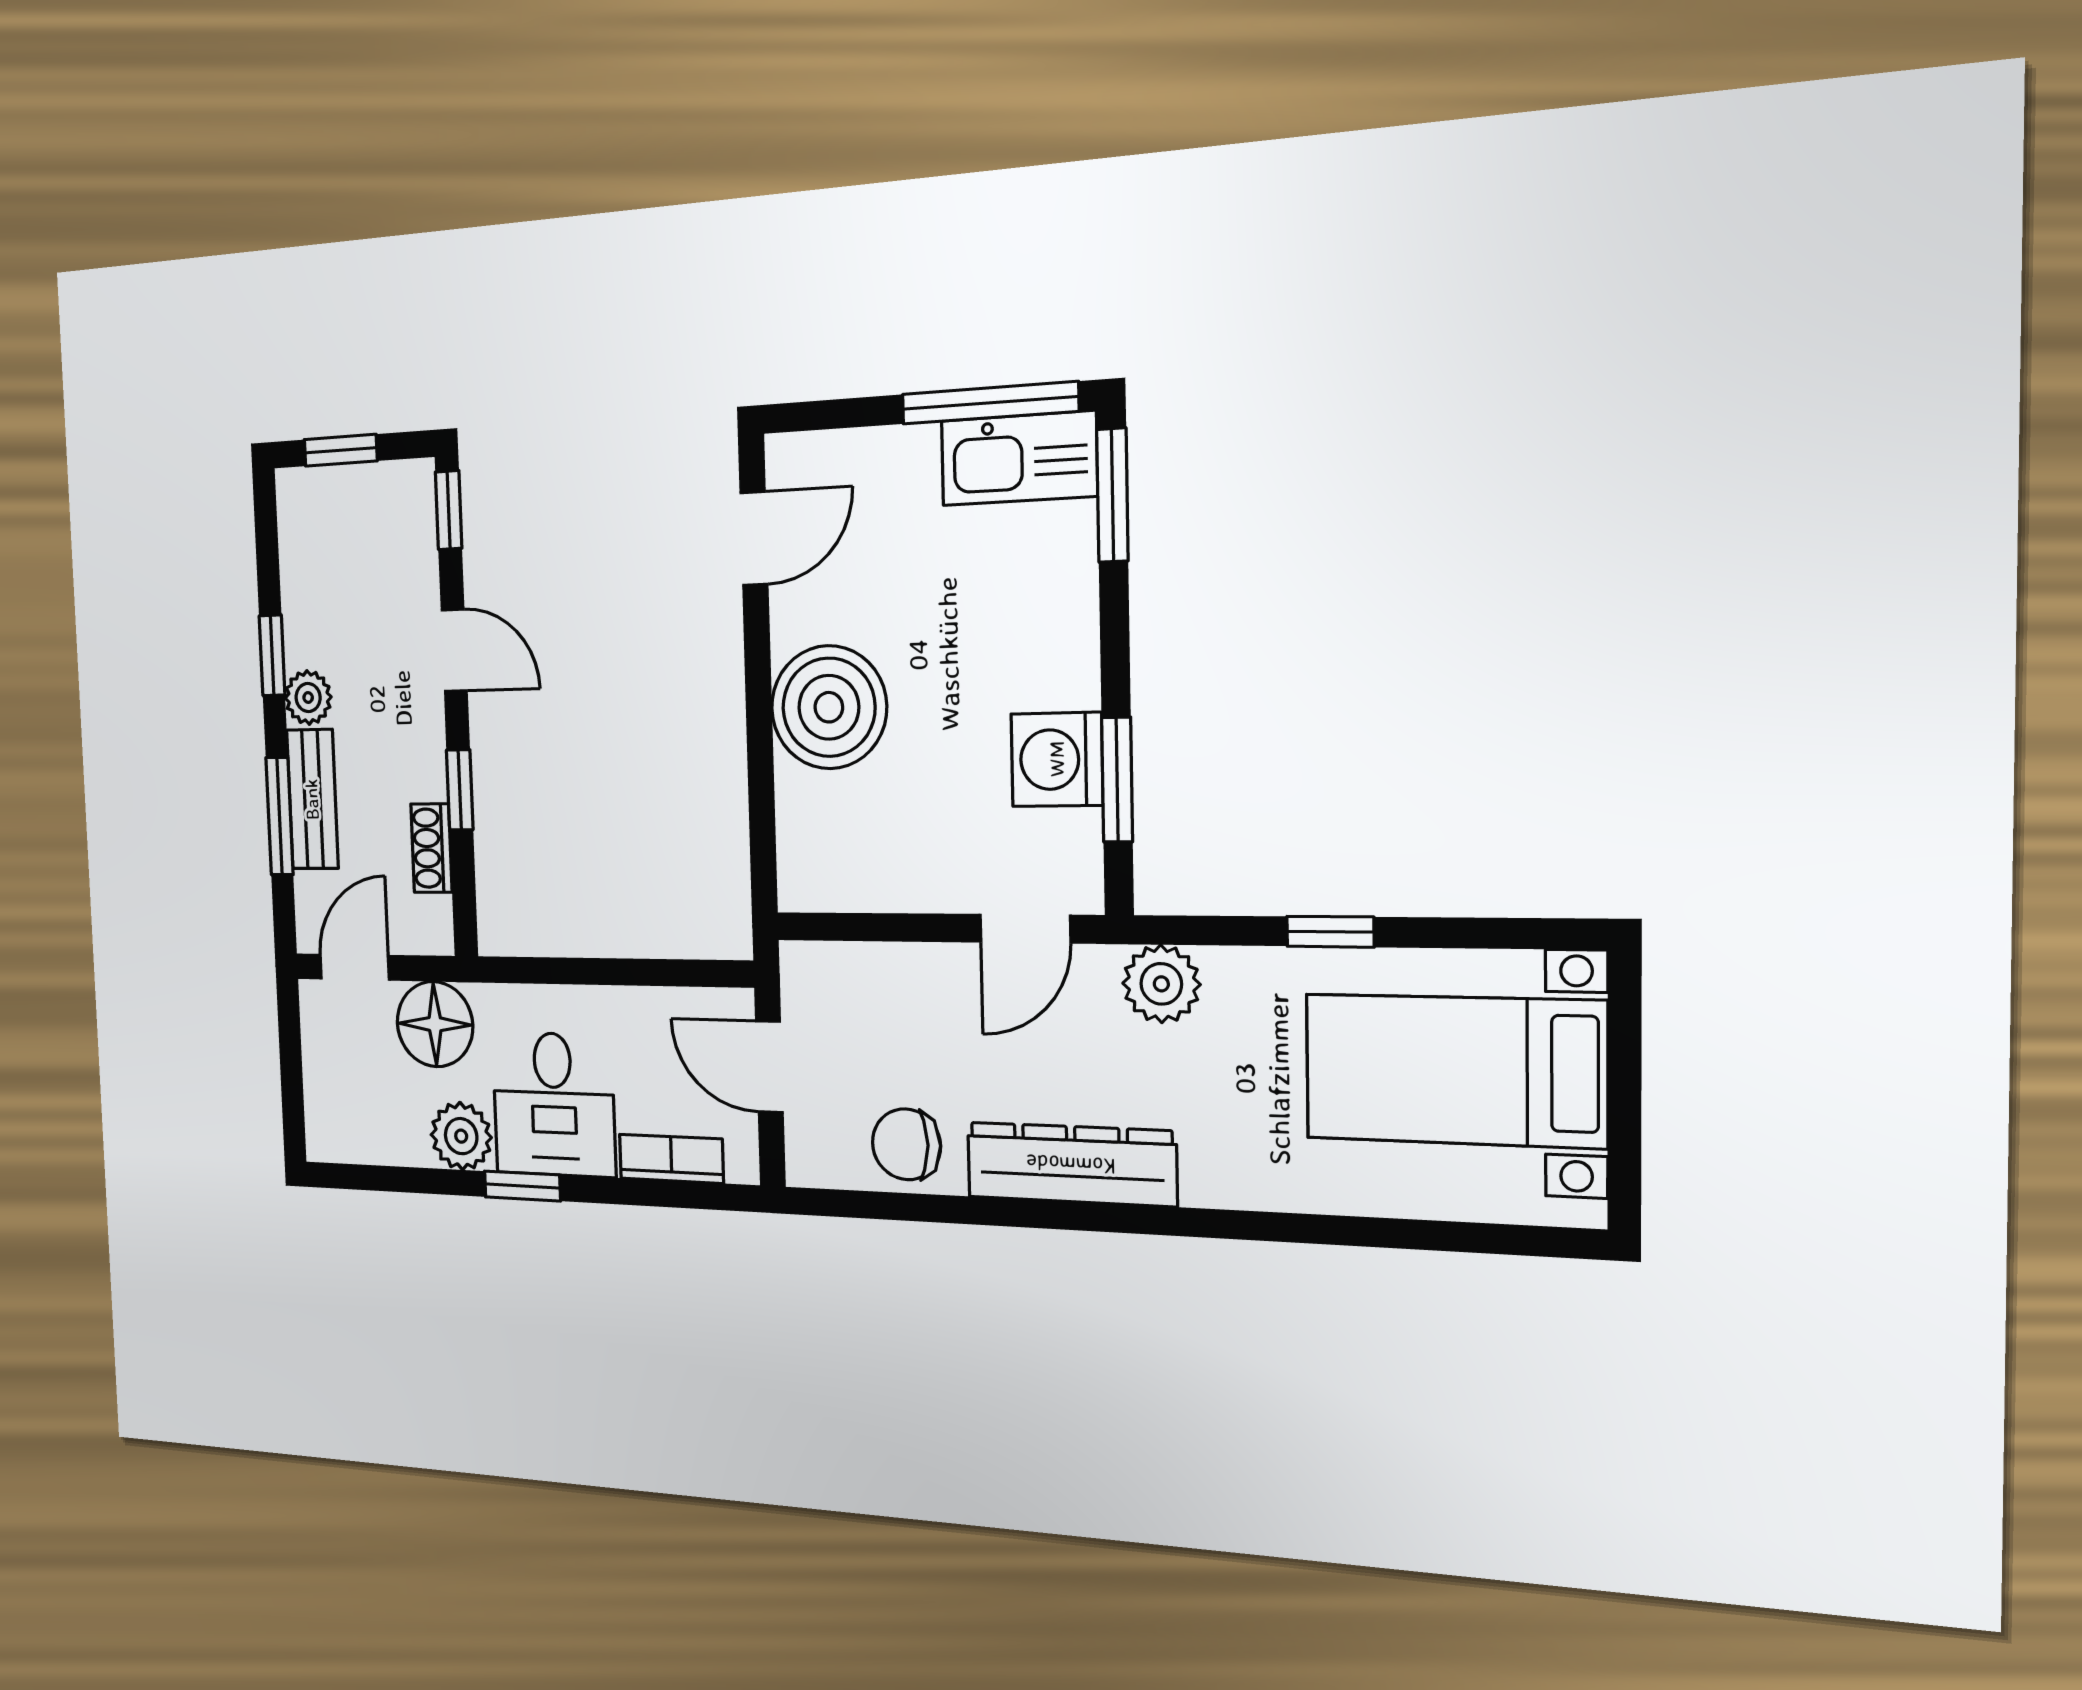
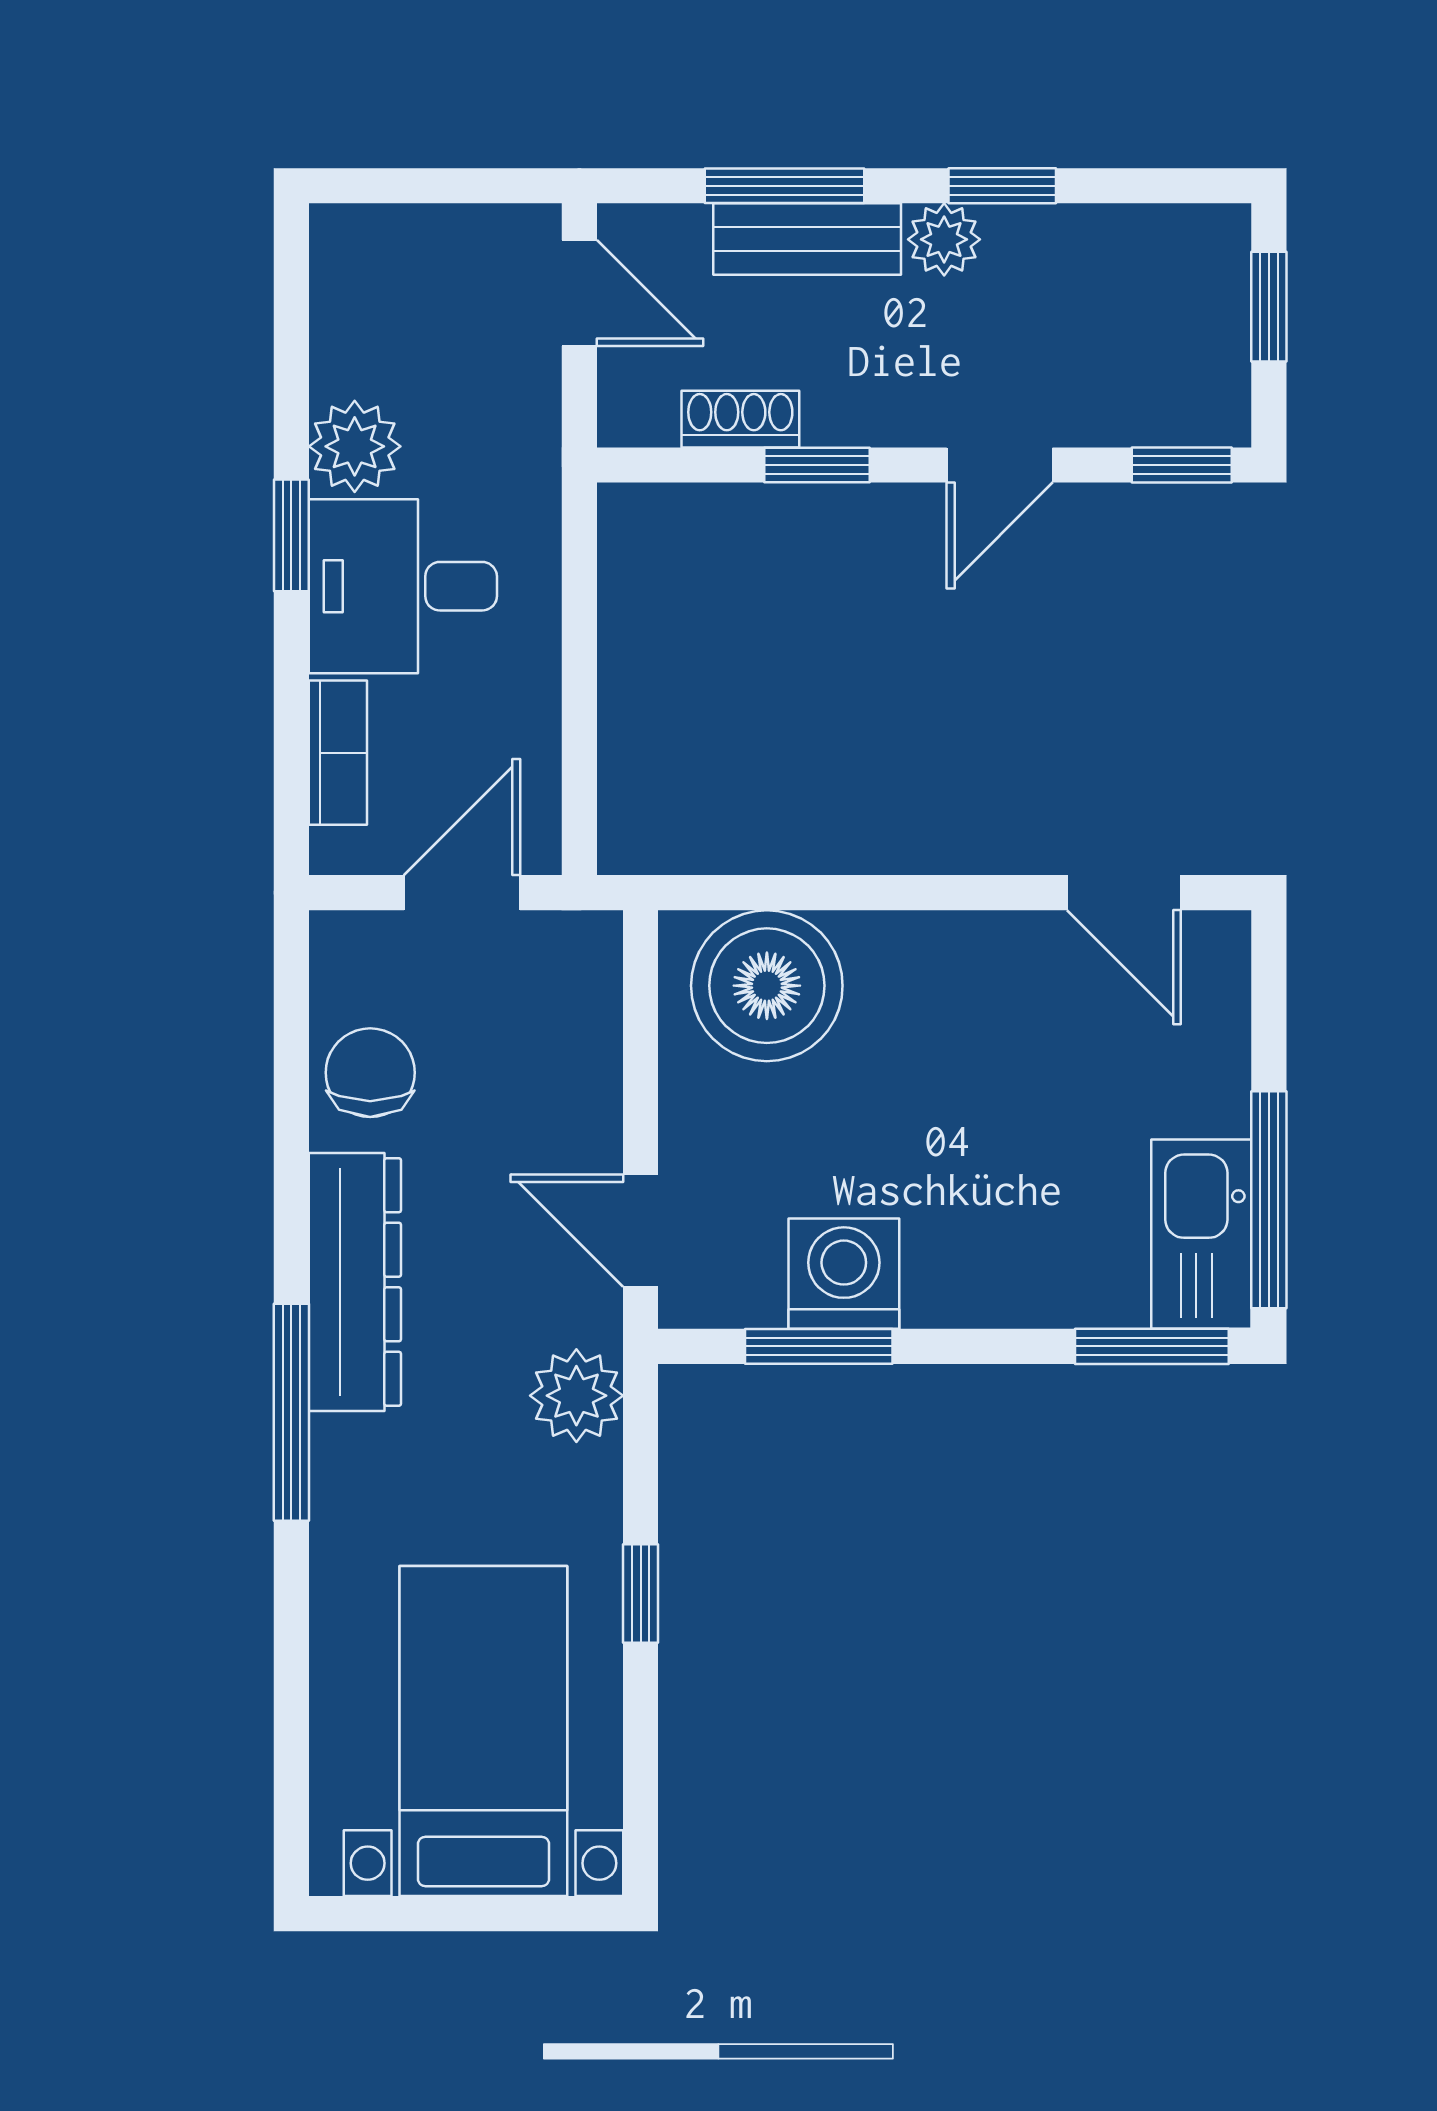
boiler: (829, 707) -> (767, 986), moved
floor lamp: (435, 1024) -> (505, 413), removed
window: (1179, 1222) -> (291, 1412), added

